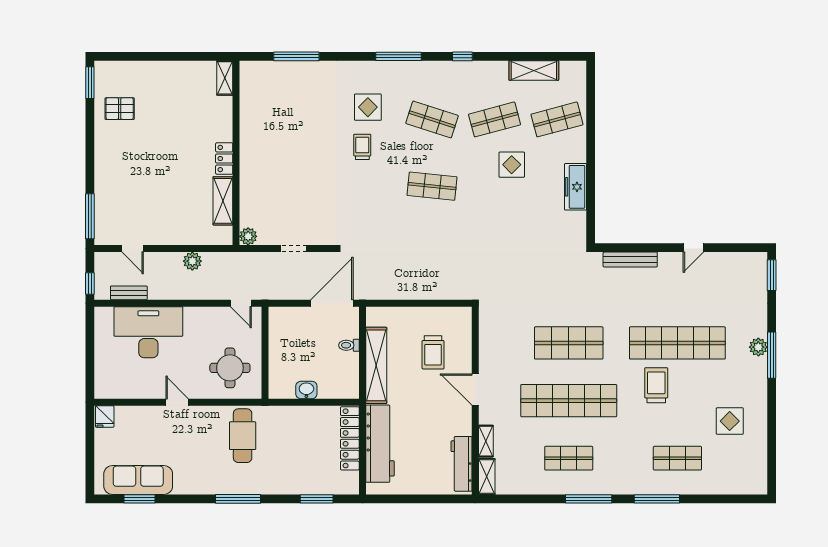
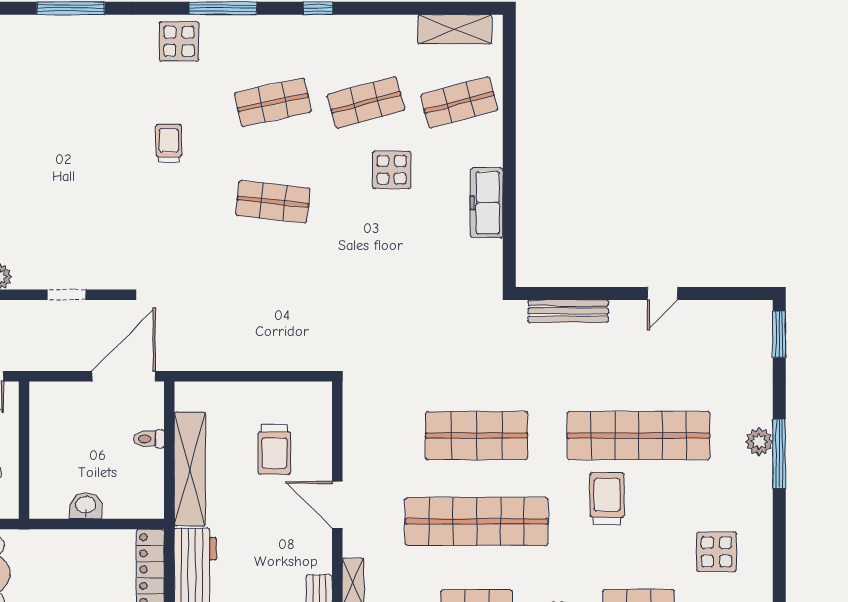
shelving: (534, 70) -> (455, 29), moved
display table: (368, 107) -> (179, 41), moved
shop shelf: (432, 119) -> (273, 102), turned -30

